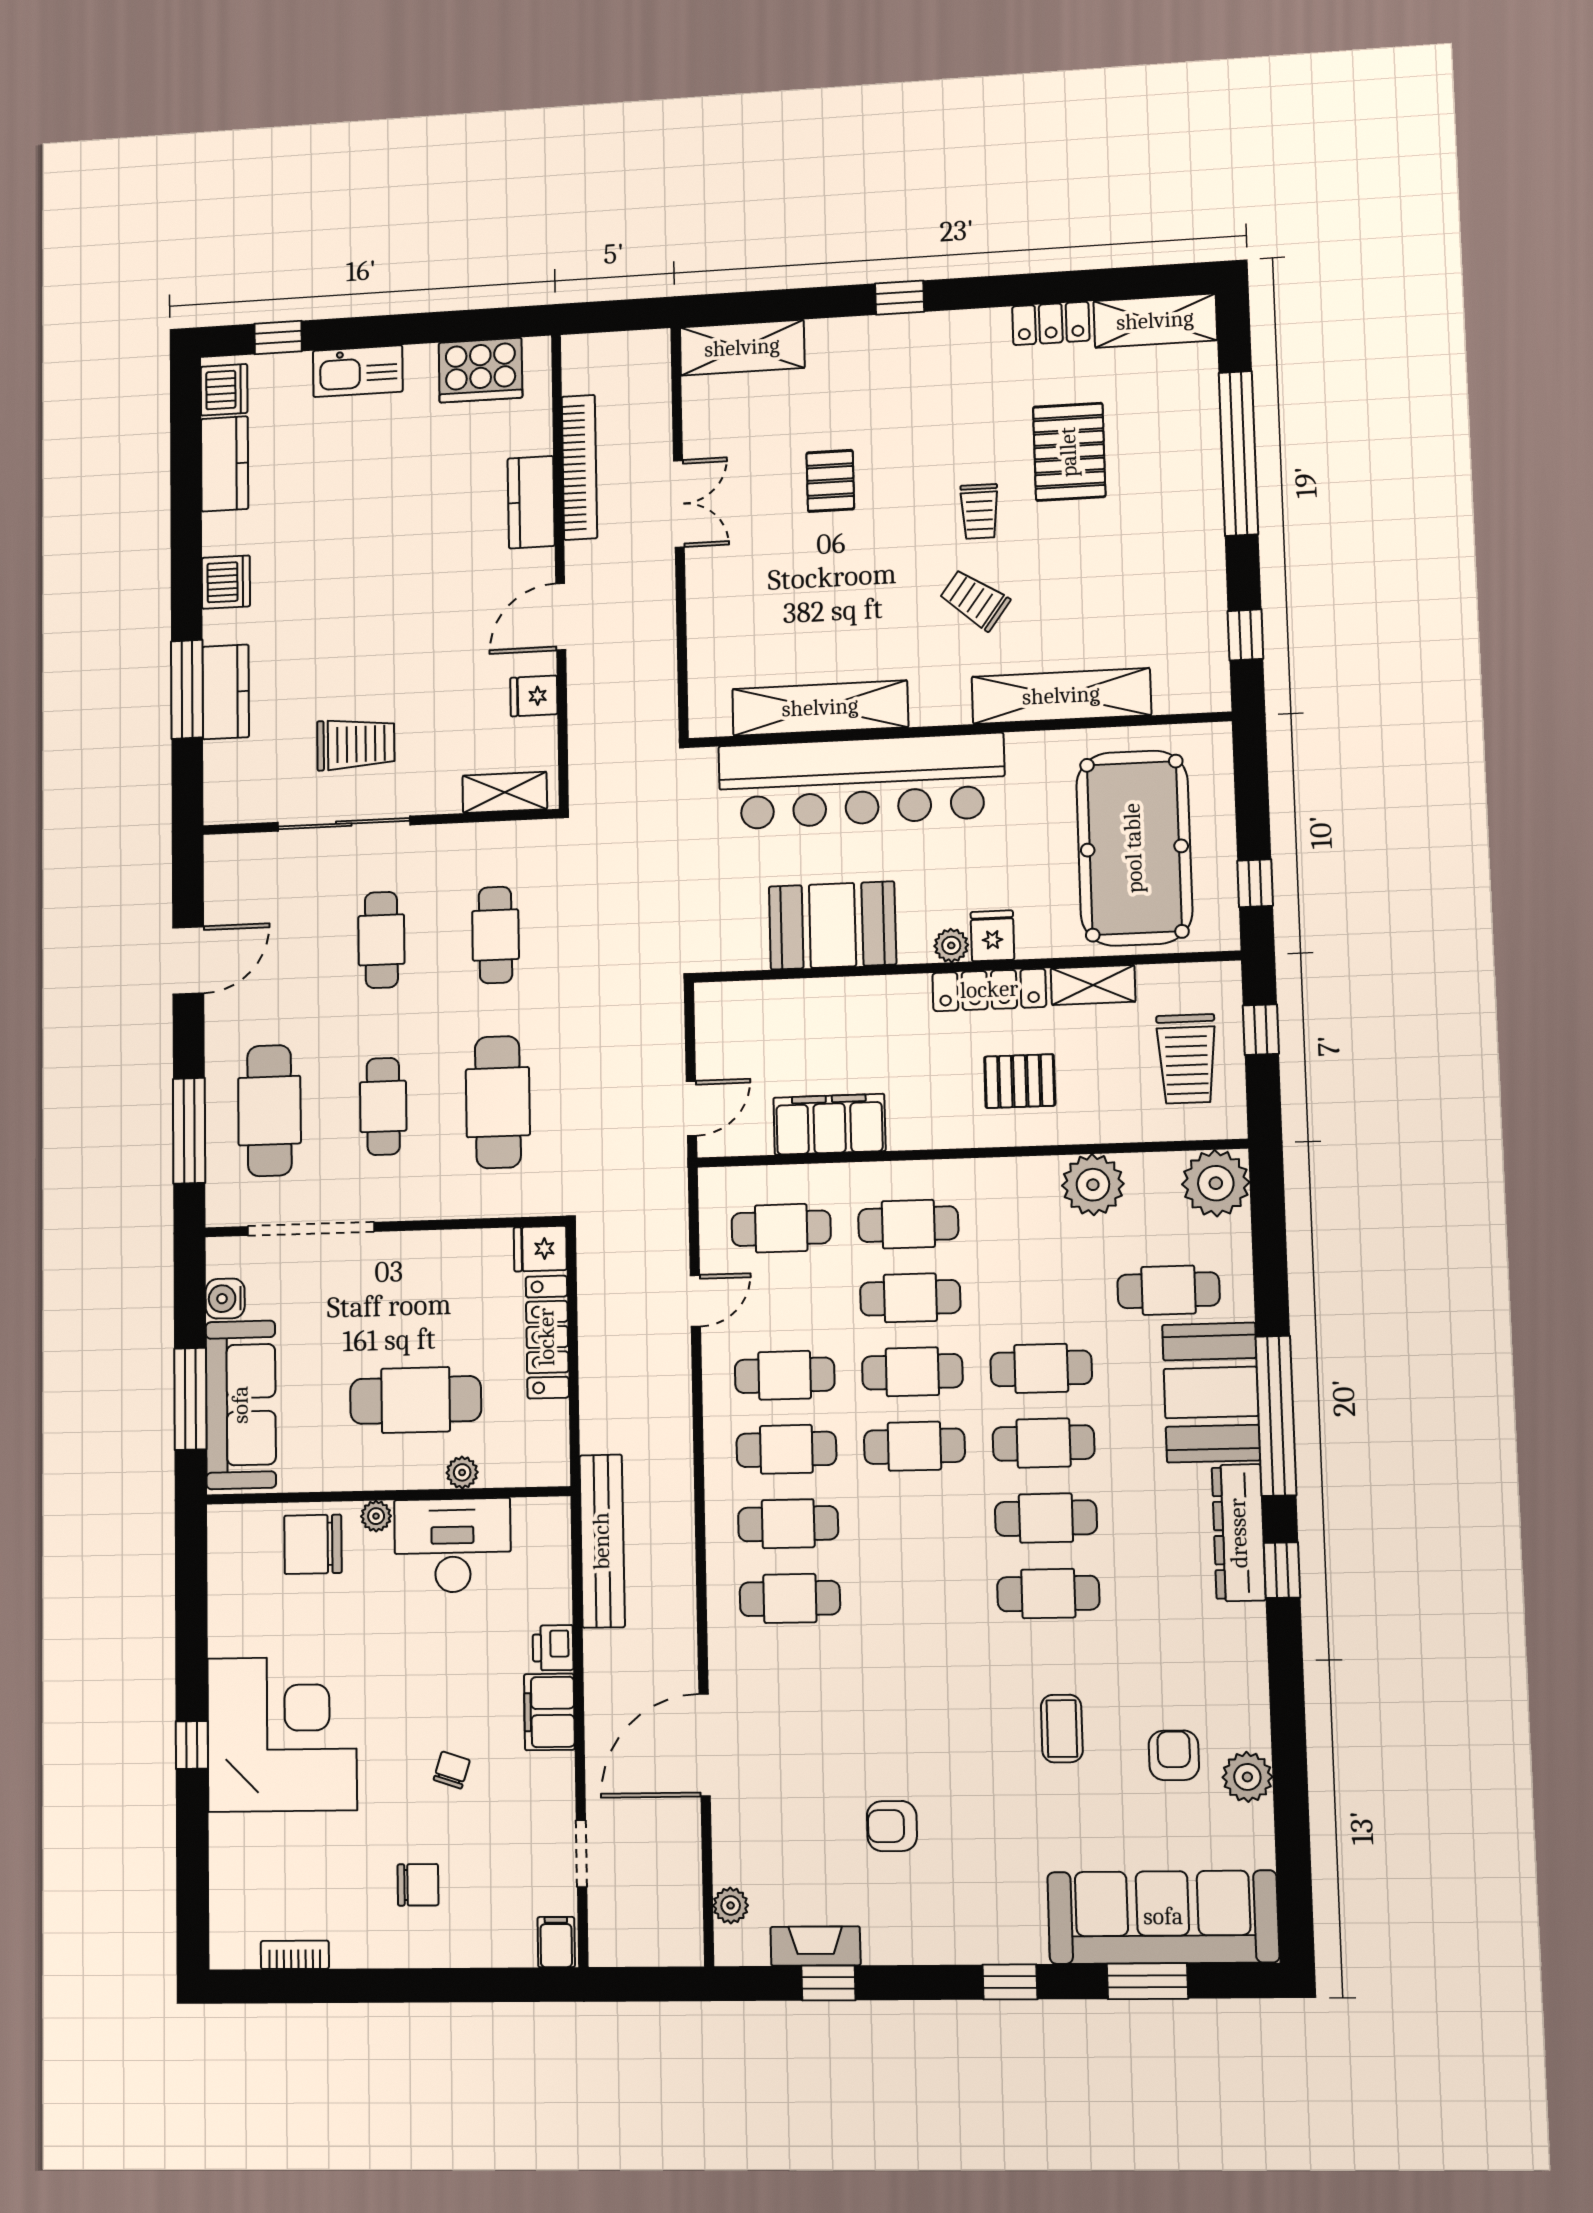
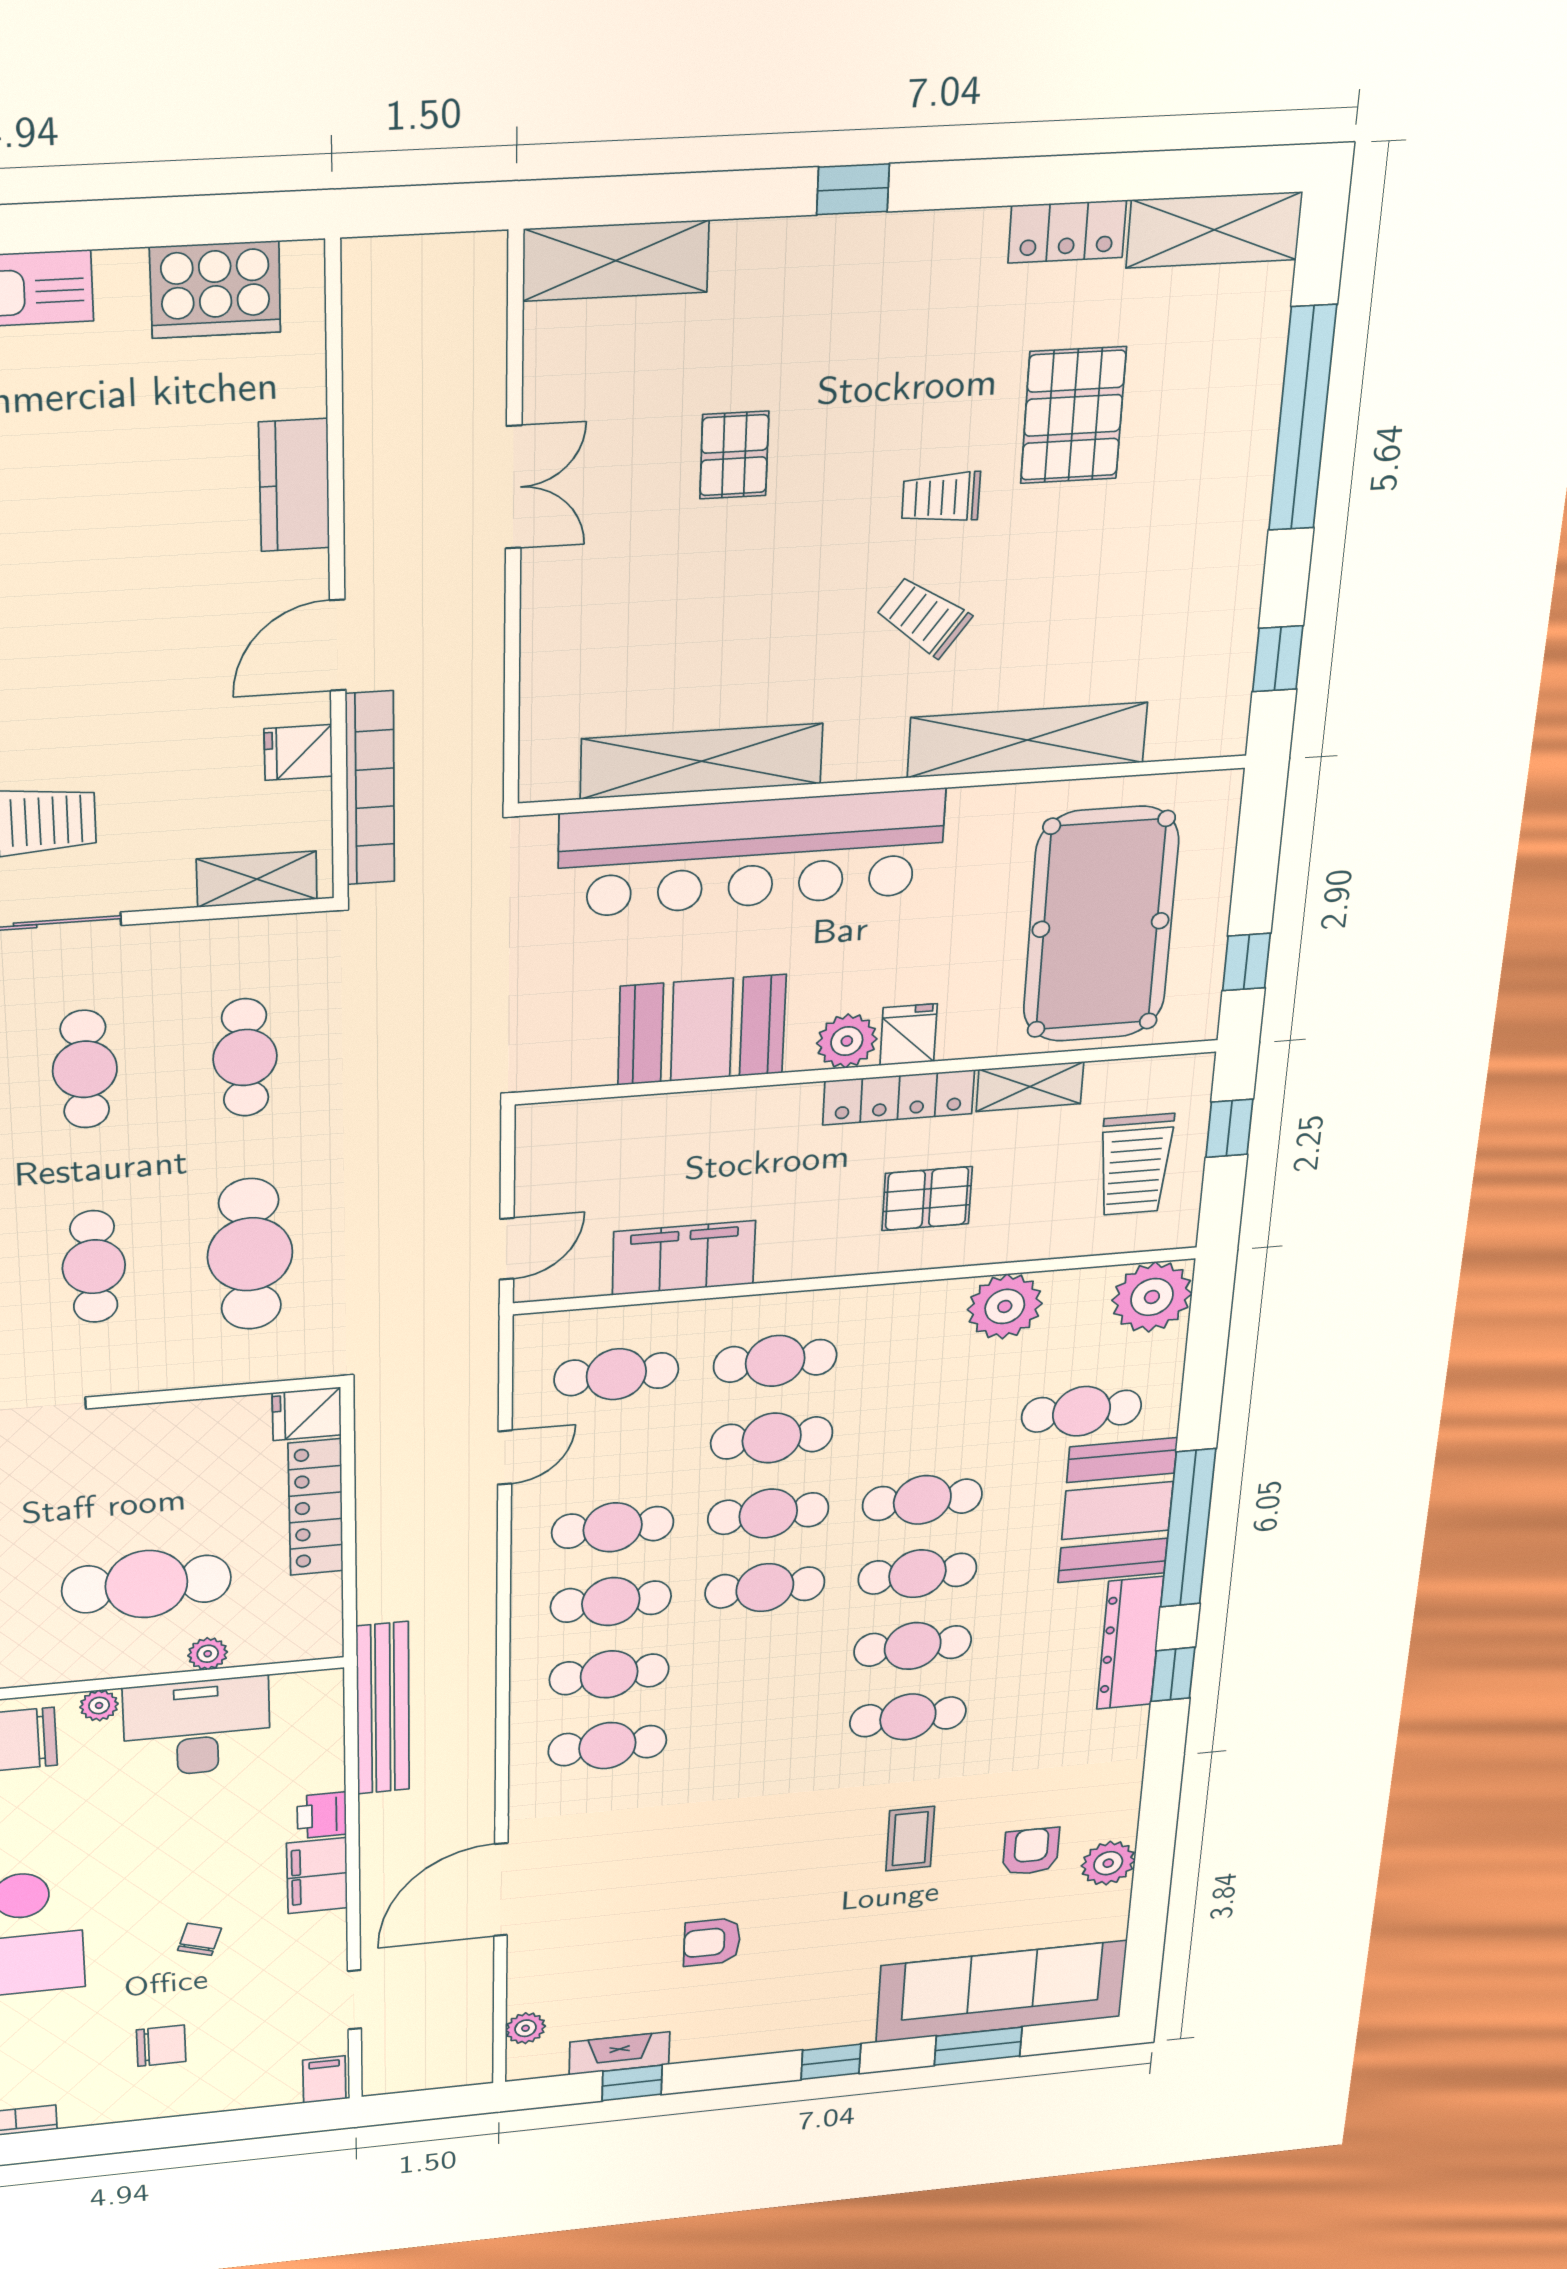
bookcase: (579, 467) -> (370, 788), moved
trolley: (979, 511) -> (941, 498), turned 90
plant: (951, 945) -> (847, 1041), width x1.38, depth x1.38

